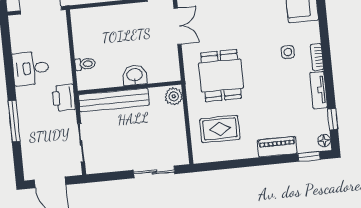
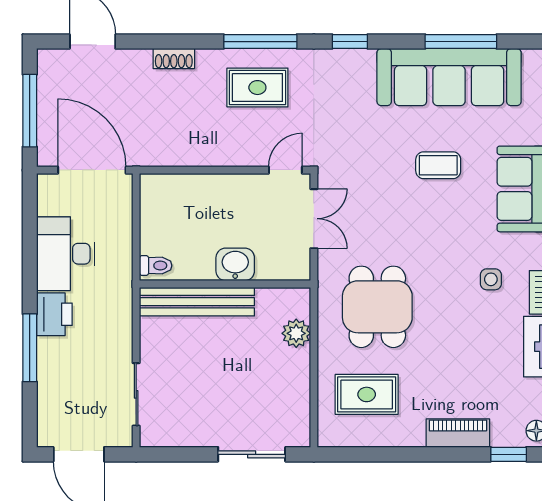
desk: (31, 68) -> (66, 254), width x1.37
washbasin: (135, 75) -> (235, 264), moved
wall: (130, 88) -> (225, 284), moved
printer: (64, 98) -> (54, 314), moved, turned 180
bench: (114, 100) -> (197, 302), moved

